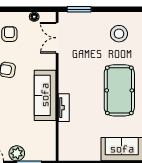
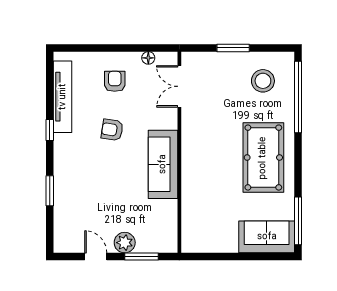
window: (79, 9) -> (233, 48), moved
tv unit: (64, 108) -> (188, 181), removed

